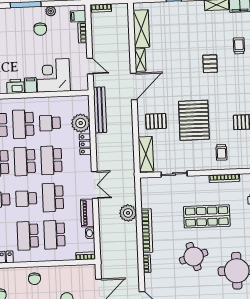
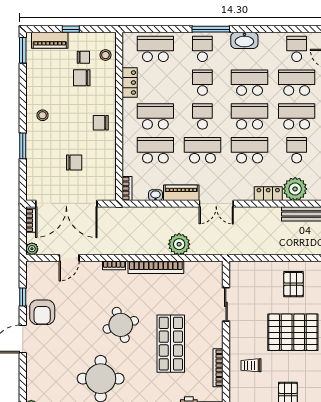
shelving: (146, 154) -> (253, 270), removed

